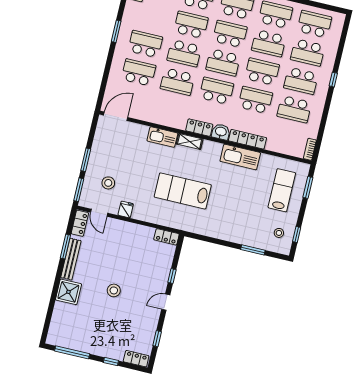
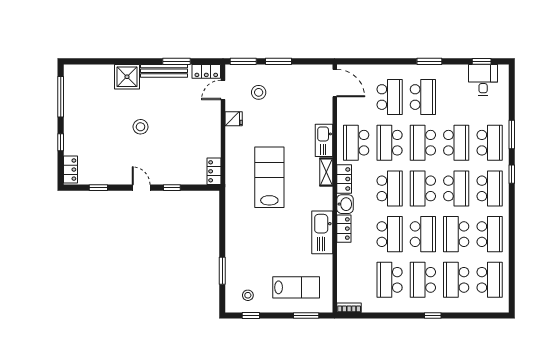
school desk: (171, 110) -> (356, 143), added
locker: (248, 139) -> (344, 229), width x0.66

